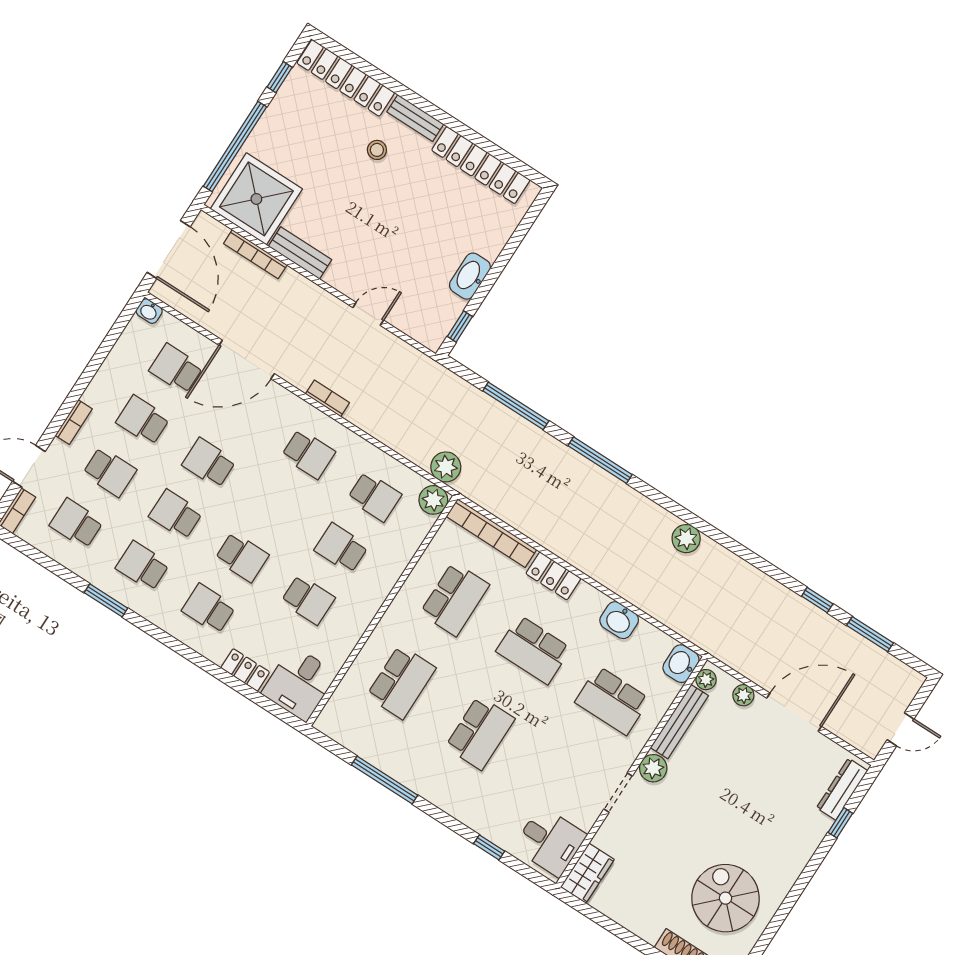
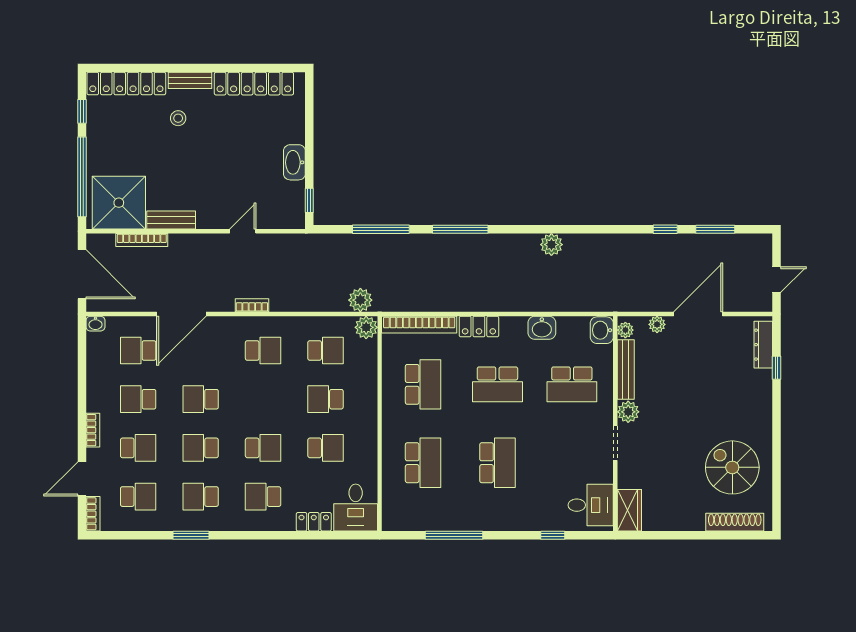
school desk: (76, 523) -> (138, 497), turned 180

